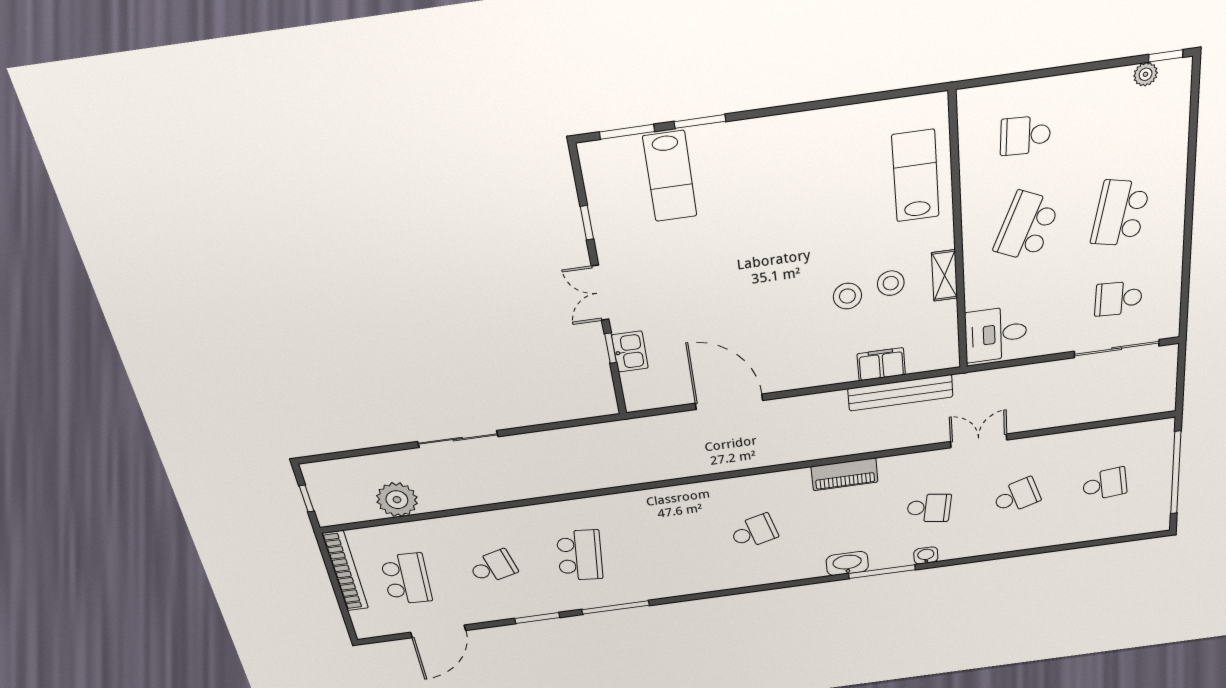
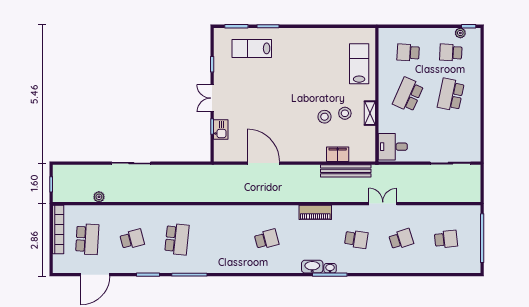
lab bench: (670, 176) -> (252, 48), turned 90
school desk: (1118, 298) -> (451, 52), moved
plant: (397, 500) -> (99, 197), width x0.53, depth x0.53
washbasin: (926, 555) -> (330, 268), moved

